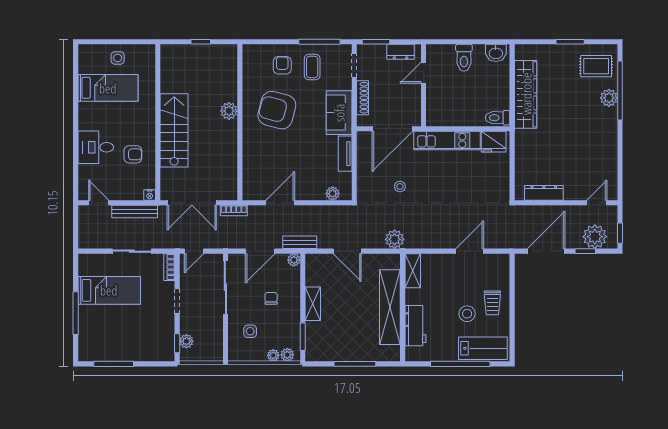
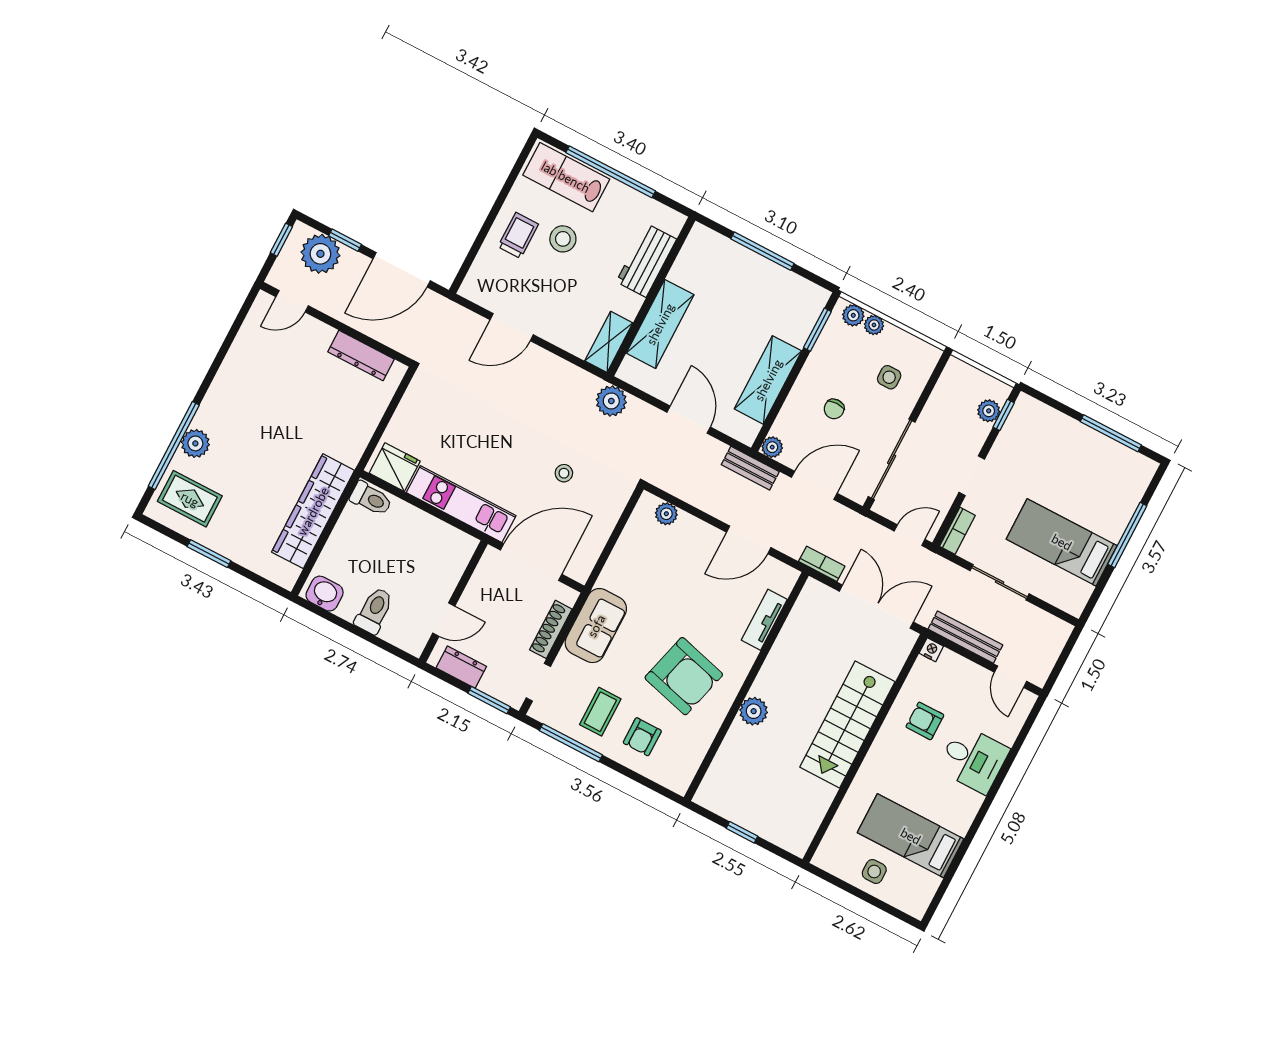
tv unit: (345, 154) -> (764, 620), moved, turned 180
shelving: (313, 304) -> (768, 380), width x1.50, depth x1.33
shelving: (390, 307) -> (660, 324), width x0.68

